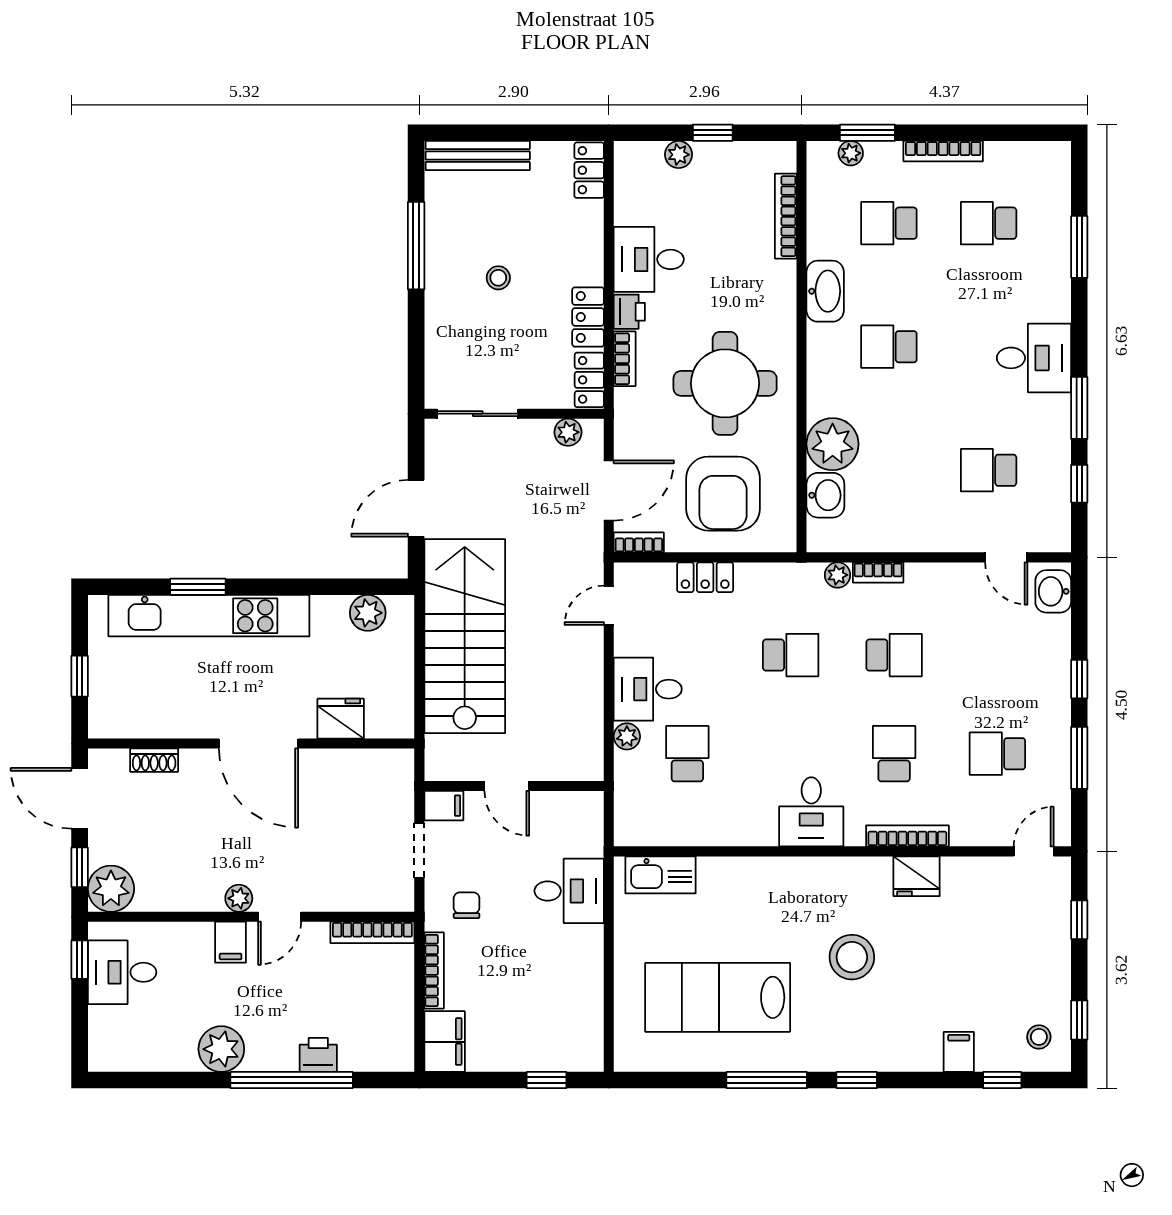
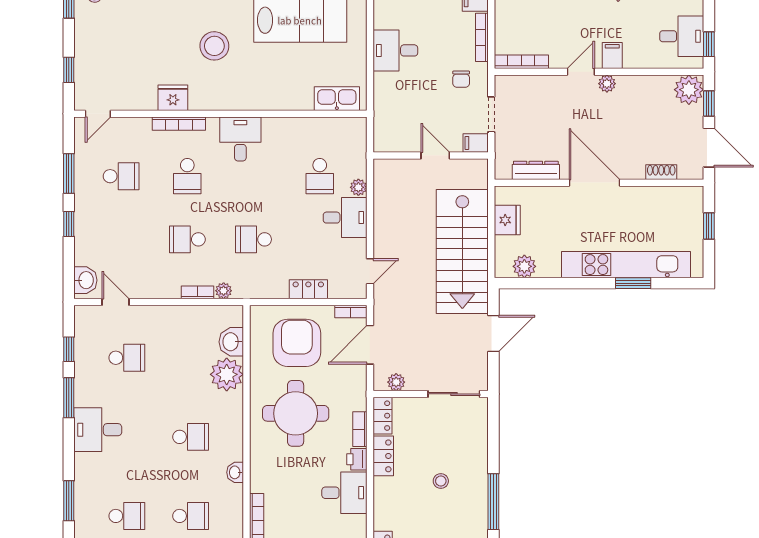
washbasin: (825, 291) -> (235, 472), width x0.52, depth x0.69
fridge: (341, 719) -> (507, 220), moved, turned -90
dresser: (350, 763) -> (536, 170), added
desk: (569, 891) -> (395, 50), moved

